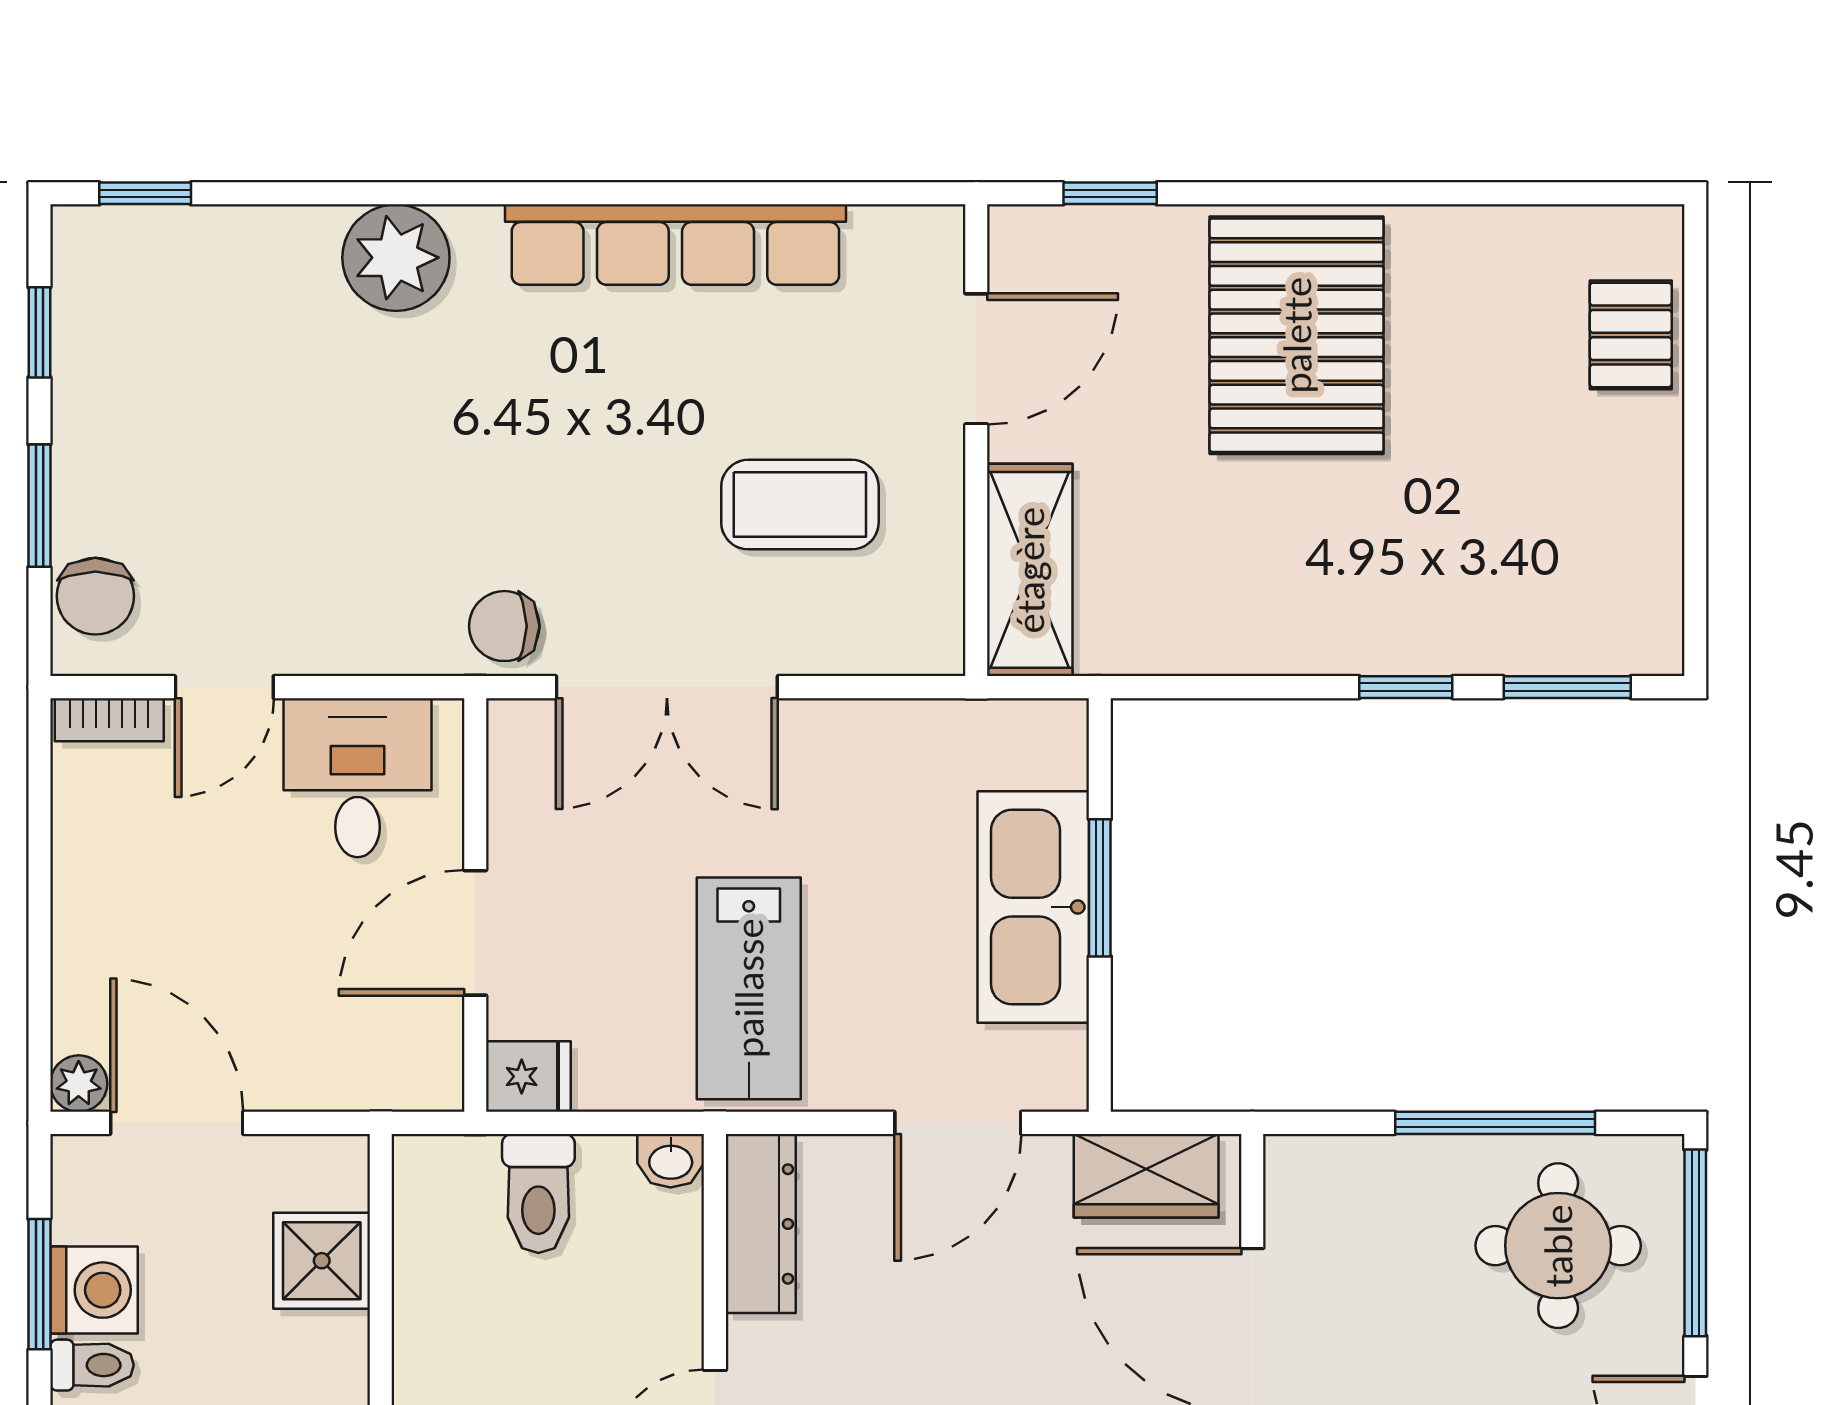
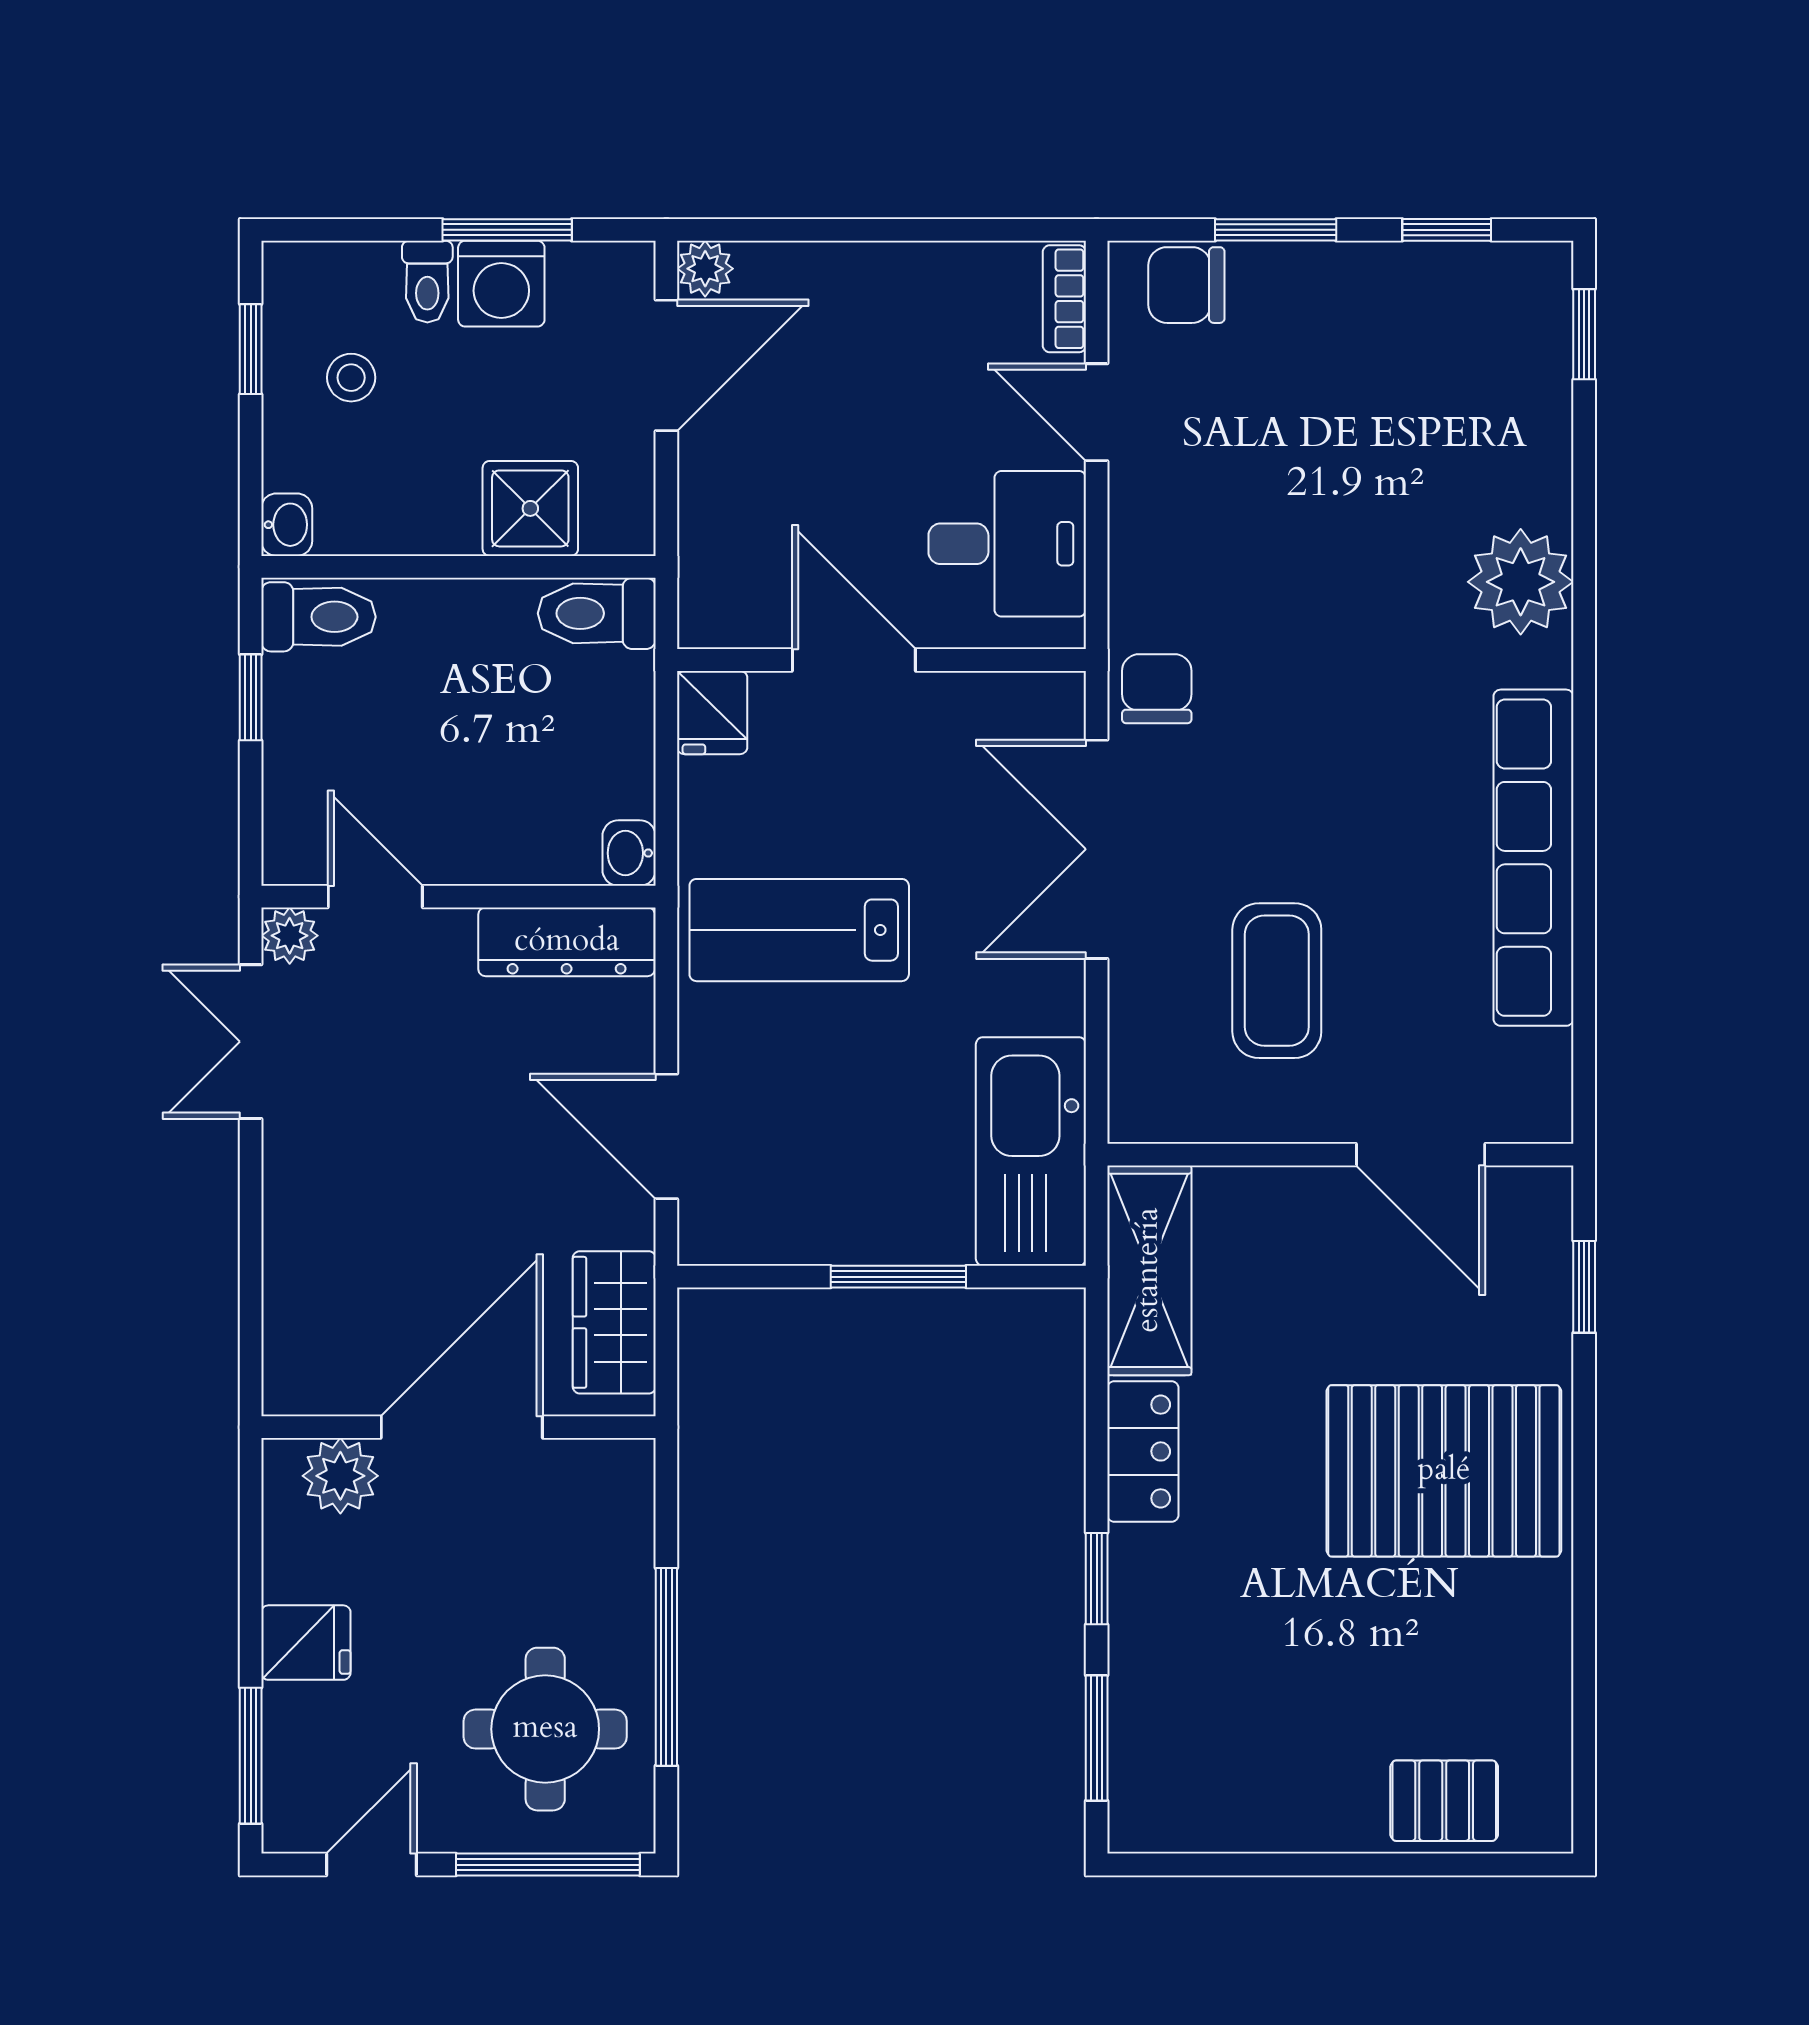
shelving: (1030, 570) -> (1149, 1270), moved, turned 90
locker: (1277, 640) -> (1143, 1451), added
kitchen sink: (1033, 907) -> (1031, 1151), moved, turned -90
toilet: (538, 1193) -> (597, 613), moved

